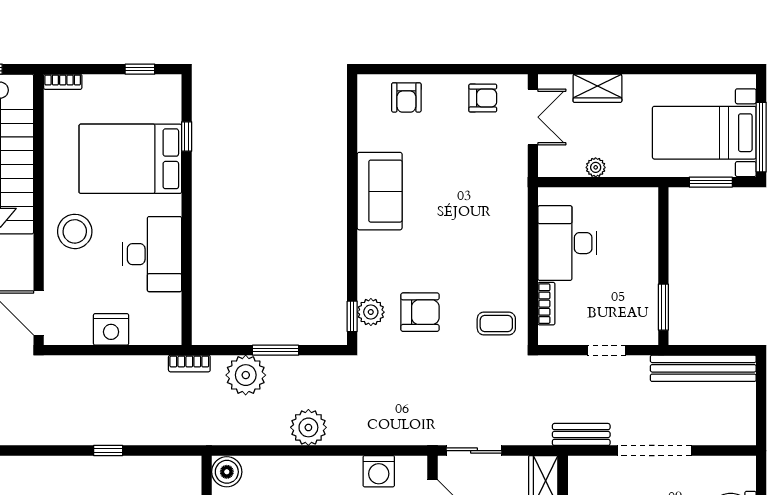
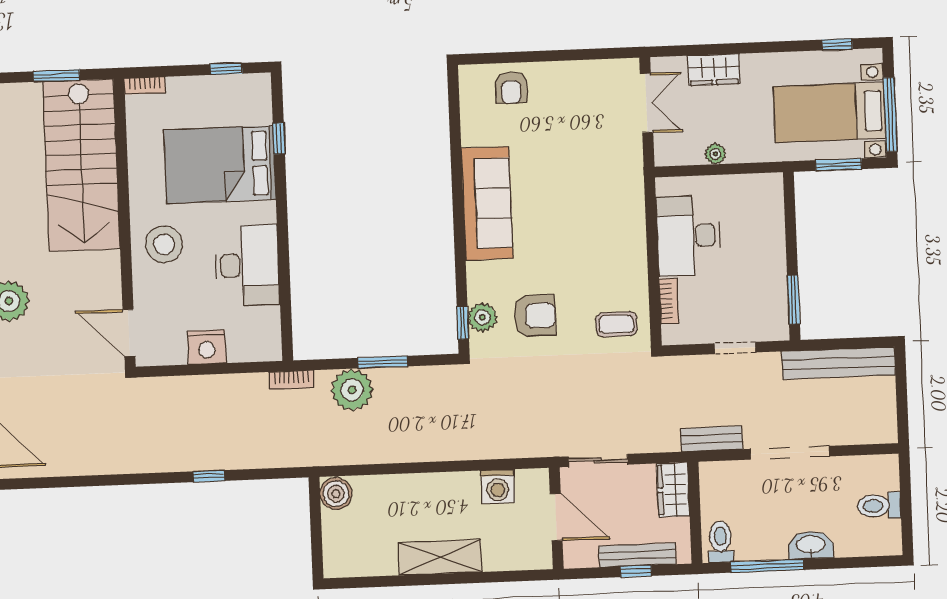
window: (714, 69) -> (837, 44), added
armchair: (483, 98) -> (592, 85), removed
sofa: (380, 191) -> (487, 203), width x1.36
plant: (308, 427) -> (421, 443), removed

